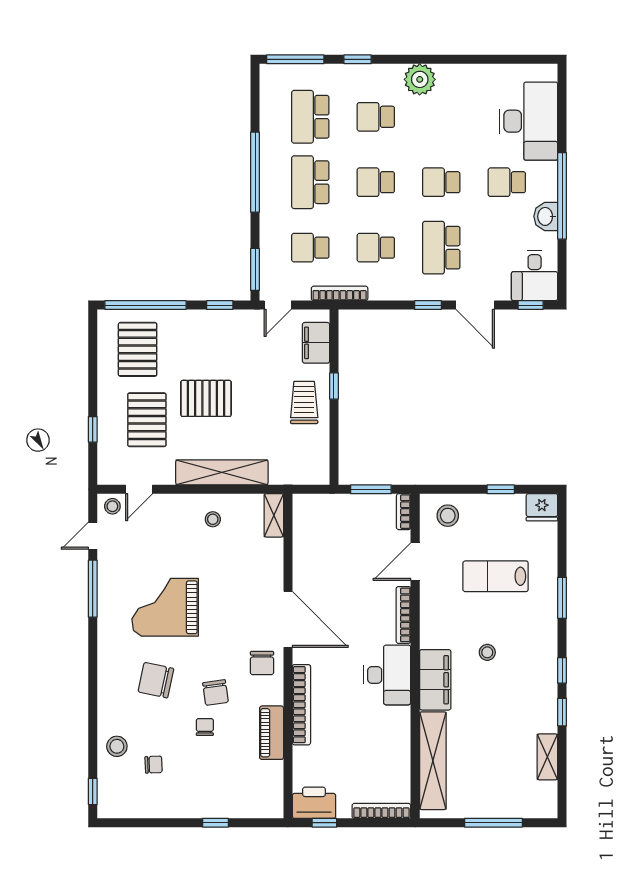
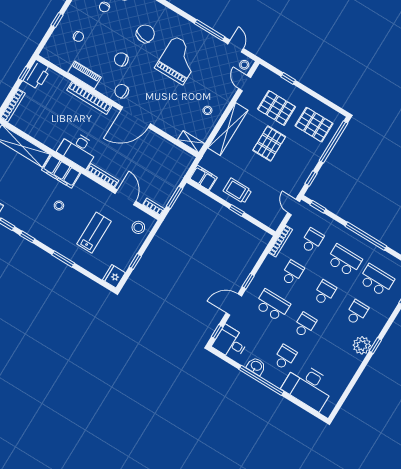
window: (358, 59) -> (375, 345), moved
window: (255, 269) -> (318, 207), width x0.67
filing cabinet: (316, 343) -> (203, 178), moved
trolley: (304, 402) -> (237, 191), turned 180
chair: (205, 727) -> (78, 37), moved

